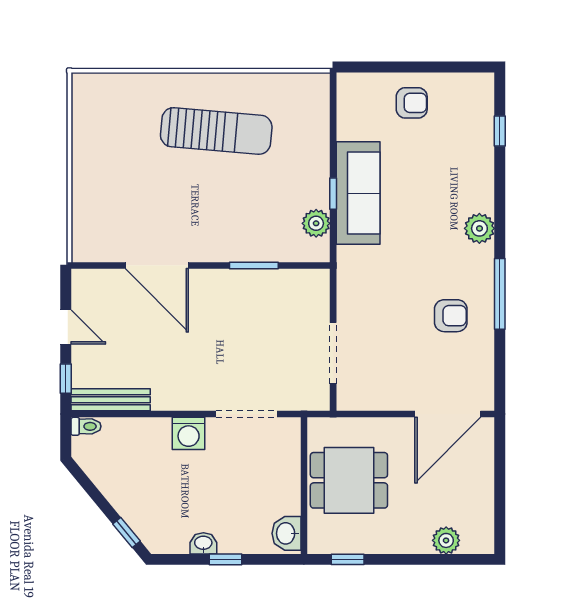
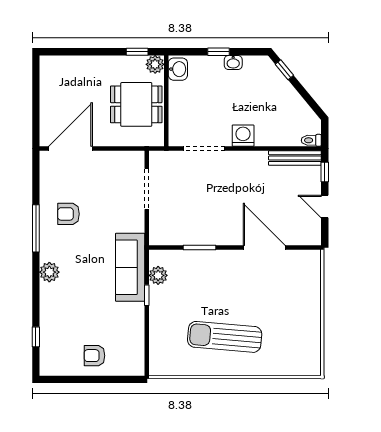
sofa: (358, 193) -> (130, 267), moved
plant: (446, 540) -> (155, 64), moved

